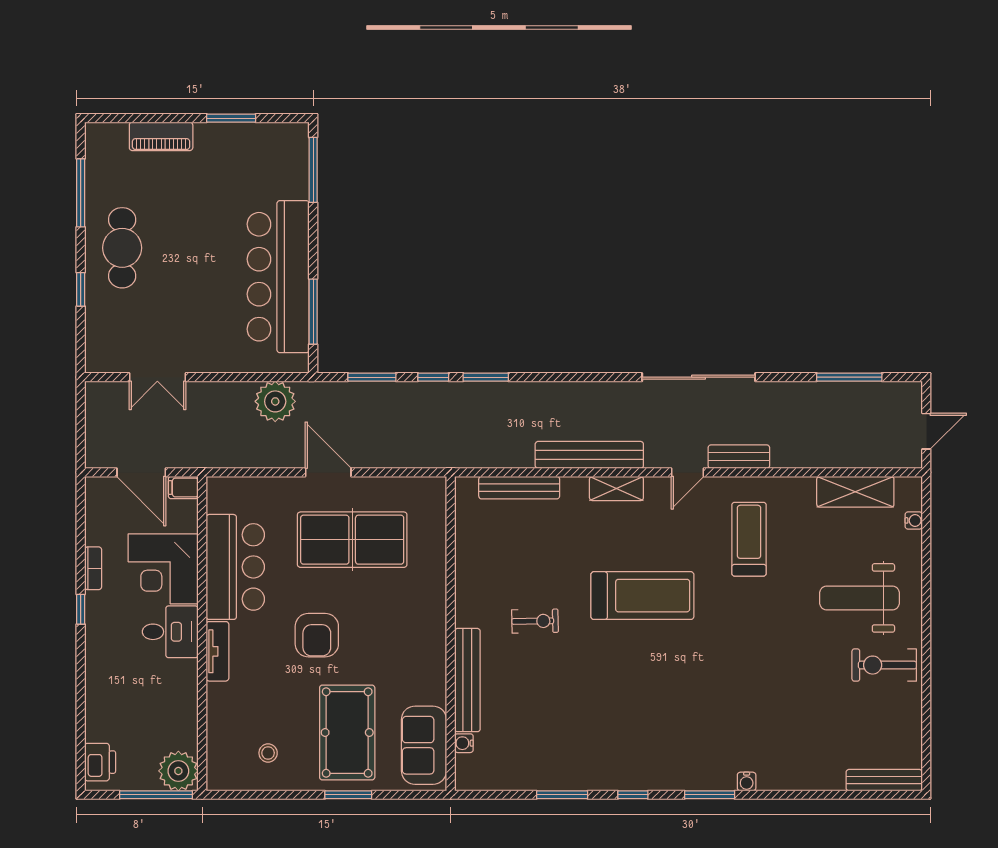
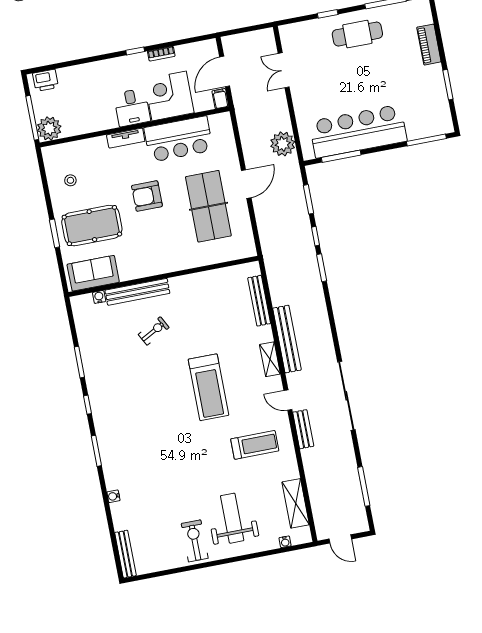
exercise bike: (535, 621) -> (154, 331), moved, turned -117
water cooler: (747, 782) -> (113, 496), moved

